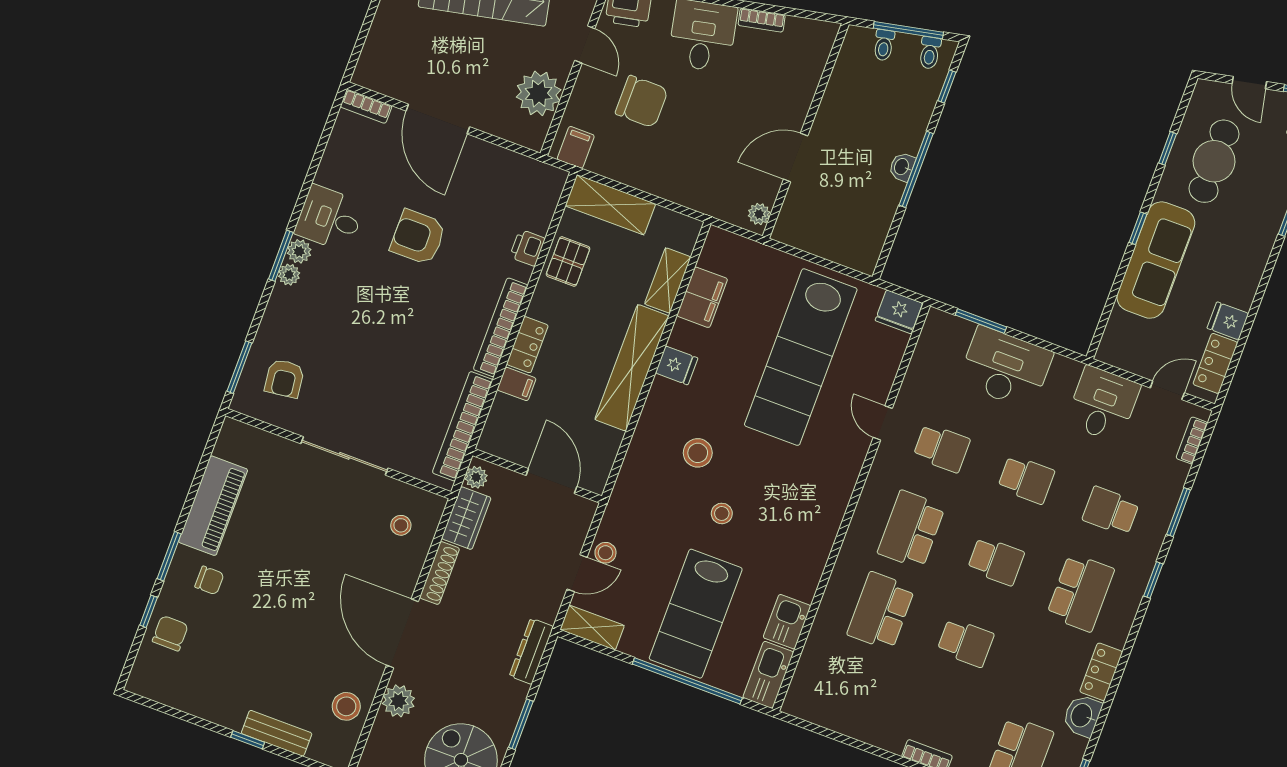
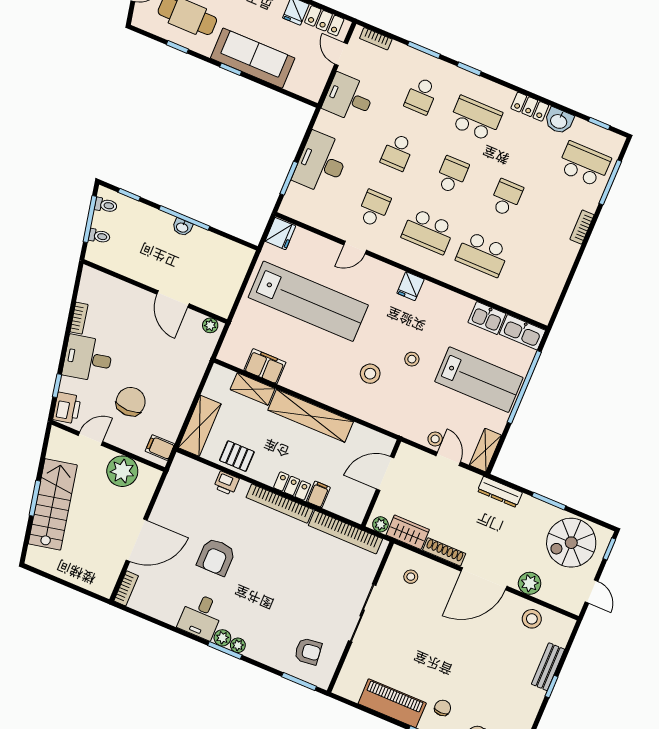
fridge: (677, 365) -> (410, 286), moved, turned 180
school desk: (1026, 480) -> (397, 152), turned 180

